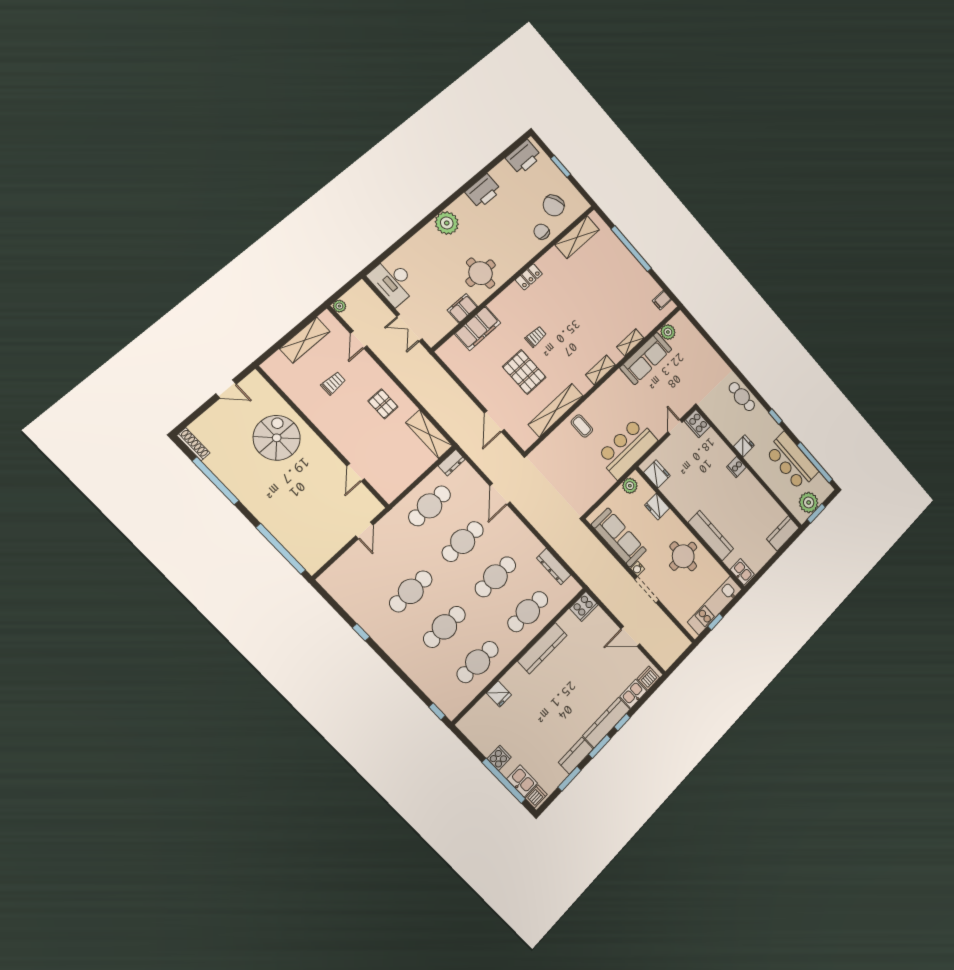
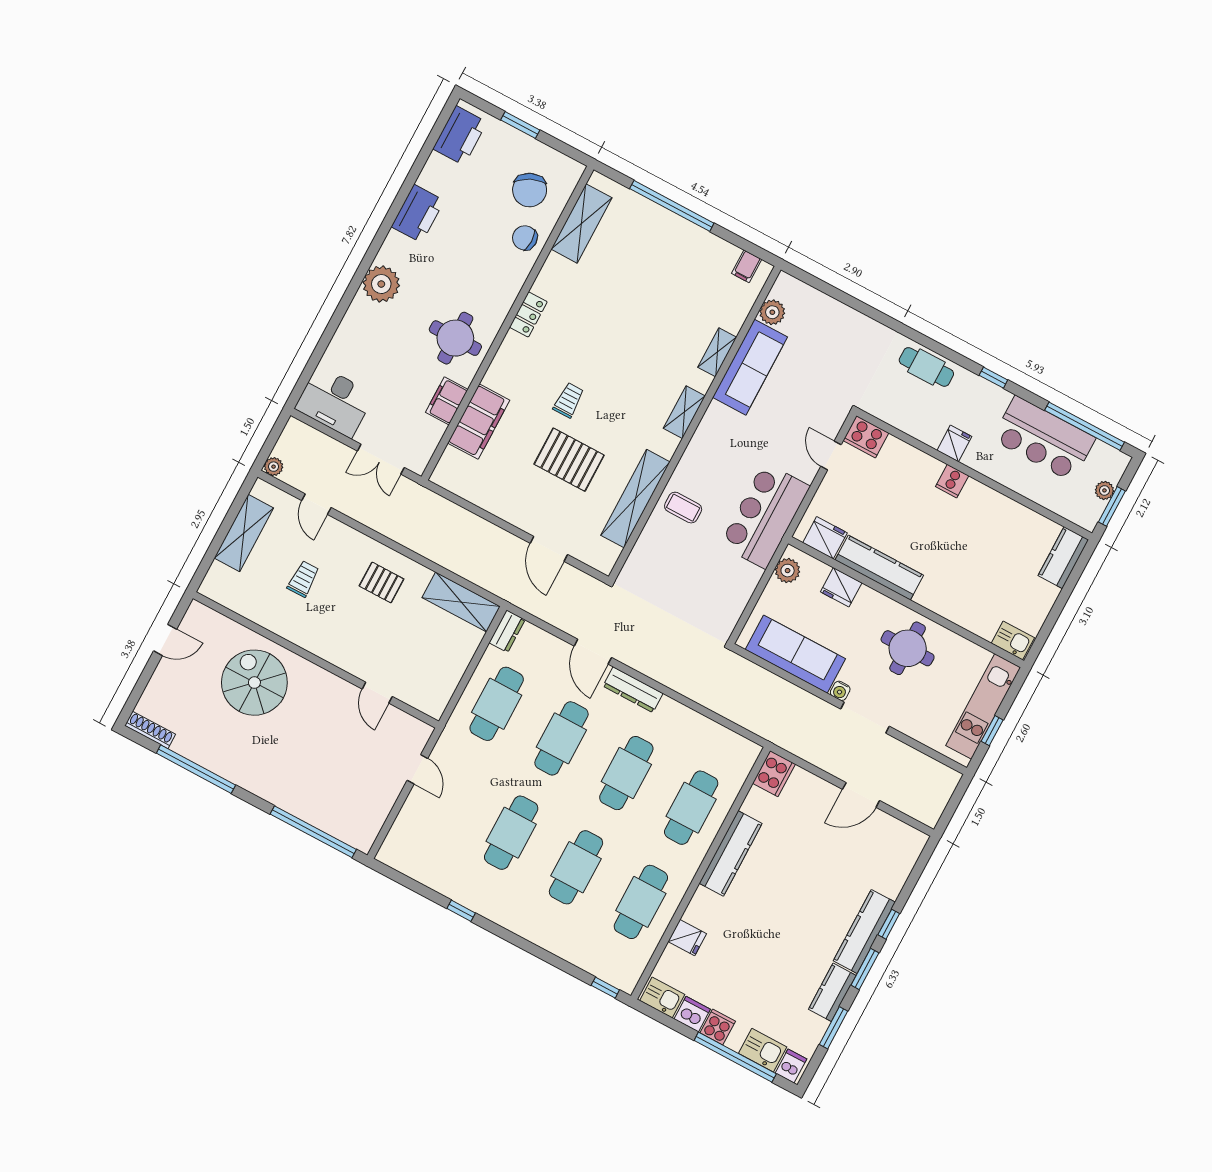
plant: (809, 502) -> (1104, 490), width x0.53, depth x0.53
kitchen counter: (711, 536) -> (879, 568), moved
dresser: (554, 567) -> (633, 690), moved
dishwasher: (648, 678) -> (692, 1014), moved, turned 90
kitchen sink: (633, 694) -> (662, 998), moved, turned 90

